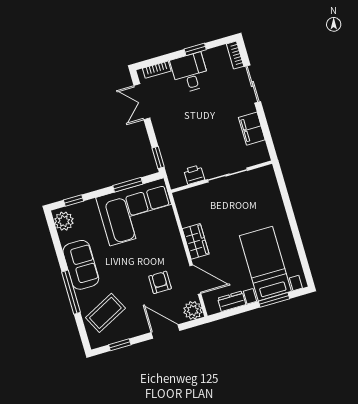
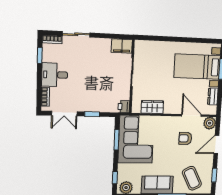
window: (195, 49) -> (40, 55), moved
filing cabinet: (252, 129) -> (122, 46), moved
window: (158, 158) -> (92, 114), moved
printer: (194, 175) -> (124, 107), moved
wardrobe: (196, 241) -> (152, 107), moved
door: (195, 280) -> (191, 115), hinge flipped

